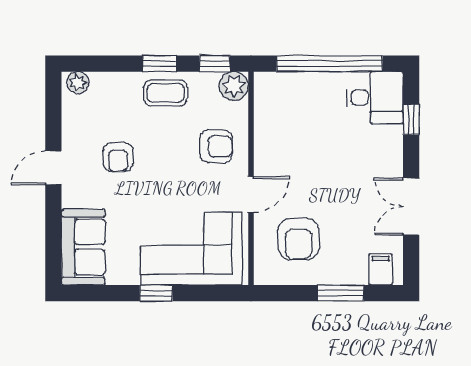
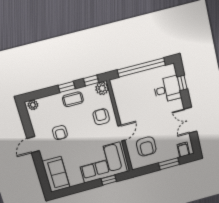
desk: (375, 98) -> (167, 89), moved
armchair: (216, 146) -> (101, 117), turned -90
window: (156, 293) -> (109, 180), moved

